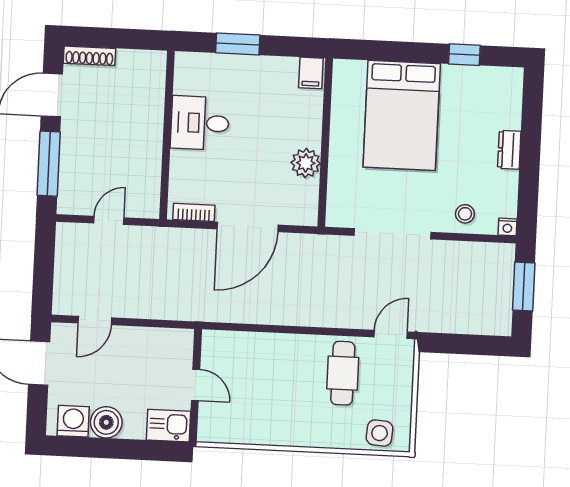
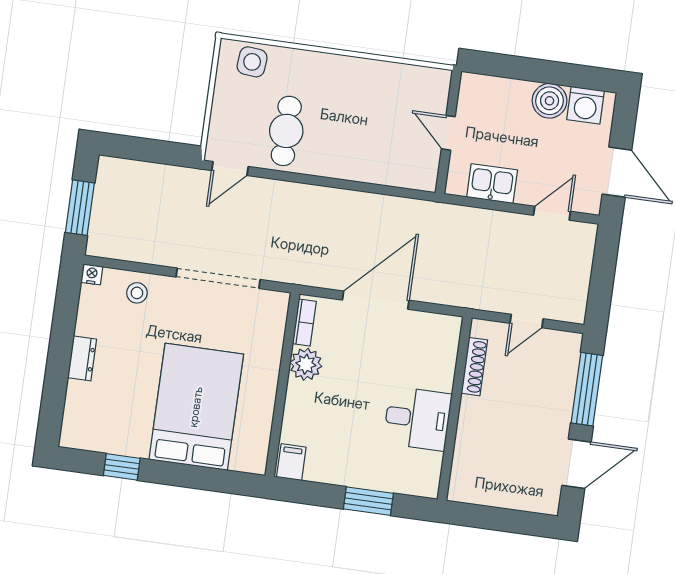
shoe rack: (89, 56) -> (474, 367), moved, turned 90
bookcase: (194, 212) -> (304, 323), moved, turned -90
kitchen sink: (168, 426) -> (492, 184), moved, turned 180

